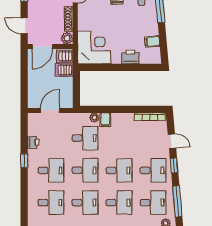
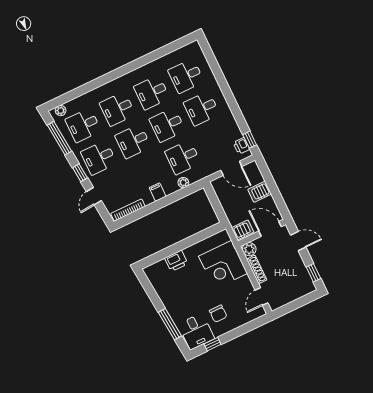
filing cabinet: (152, 42) -> (162, 287), removed
door: (42, 47) -> (270, 229), hinge flipped
corner desk: (94, 47) -> (223, 265), moved
server rack: (64, 70) -> (260, 192), moved, turned 180
door: (50, 110) -> (231, 168), hinge flipped
filing cabinet: (105, 120) -> (158, 192), moved
door: (172, 141) -> (94, 196), hinge flipped
printer: (33, 142) -> (242, 146), moved
window: (24, 161) -> (250, 140), moved

